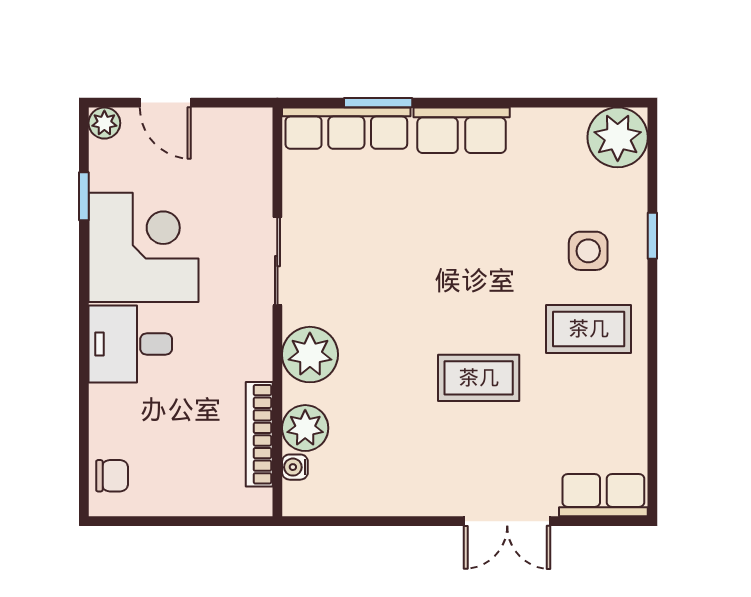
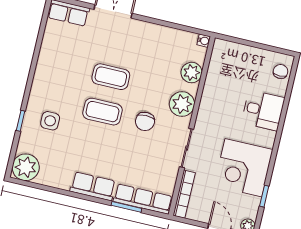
chair: (382, 298) -> (145, 121), added
coffee table: (589, 329) -> (102, 112), moved
desk: (130, 344) -> (263, 110), moved
bookcase: (259, 434) -> (184, 194), moved
water cooler: (295, 467) -> (204, 41), moved
chair: (112, 476) -> (281, 71), turned 90

